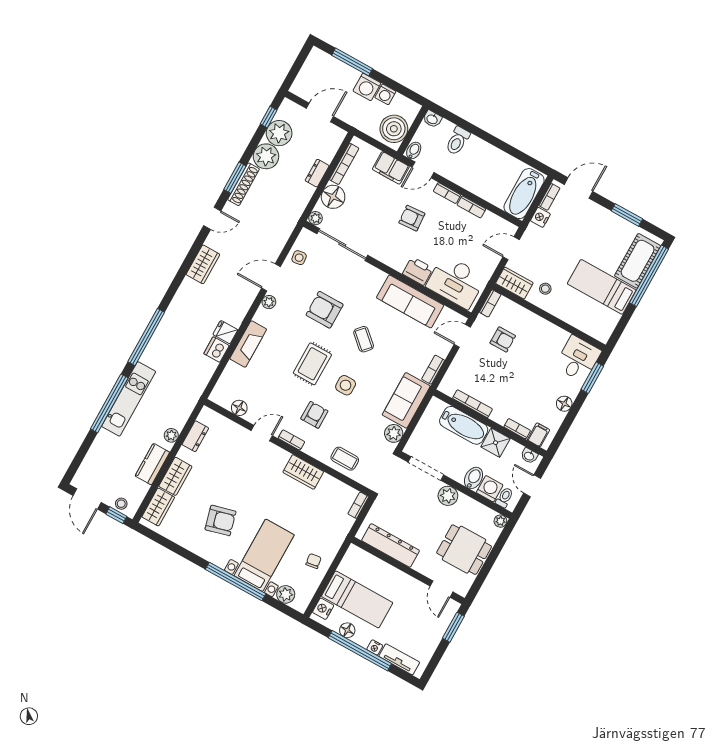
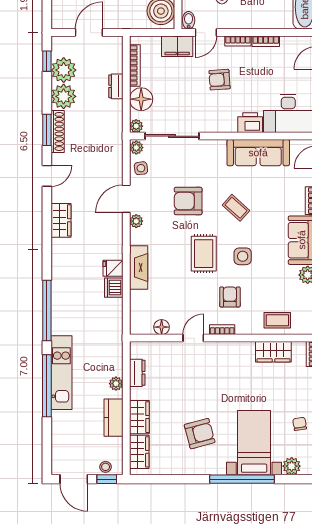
plant: (305, 237) -> (136, 148), added
wardrobe: (303, 472) -> (273, 352), moved

